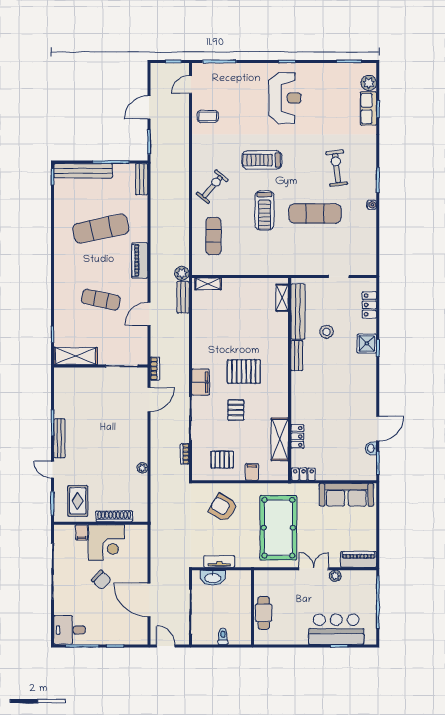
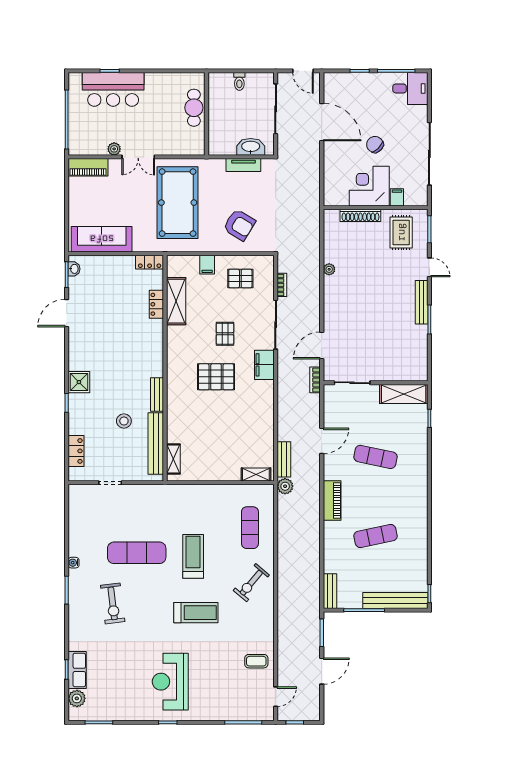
exercise mat: (101, 229) -> (376, 536), width x0.73, depth x0.69
shower: (367, 344) -> (79, 382), moved
washbasin: (371, 448) -> (74, 269), moved

